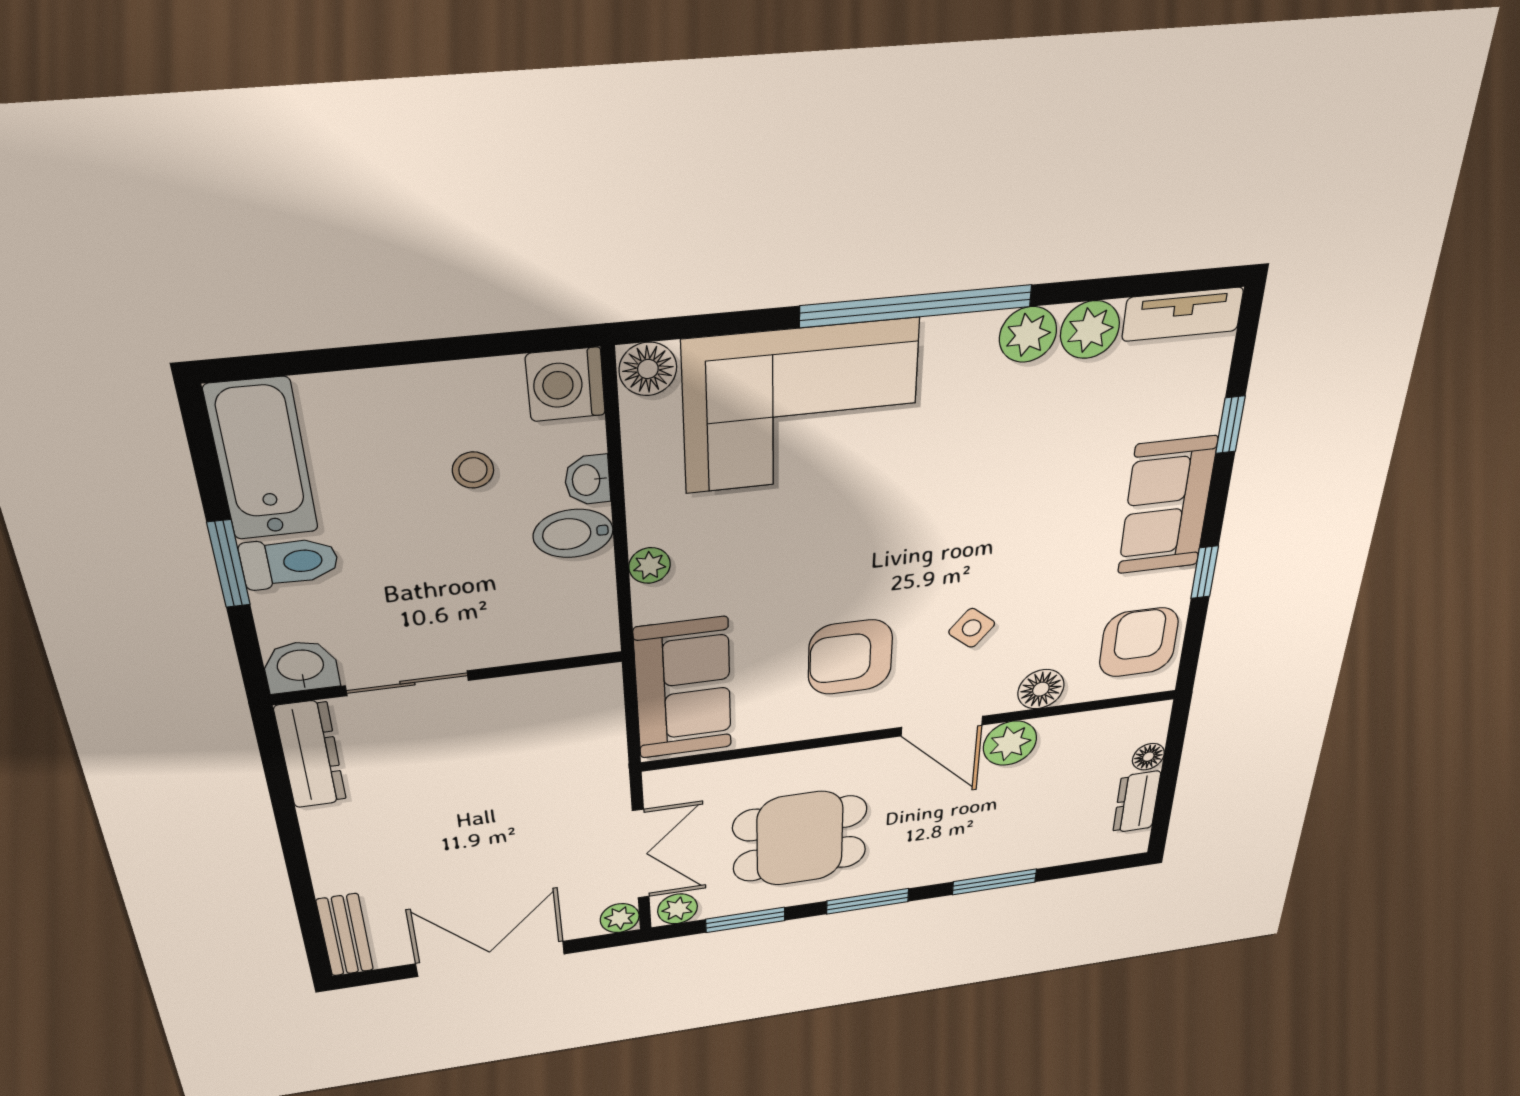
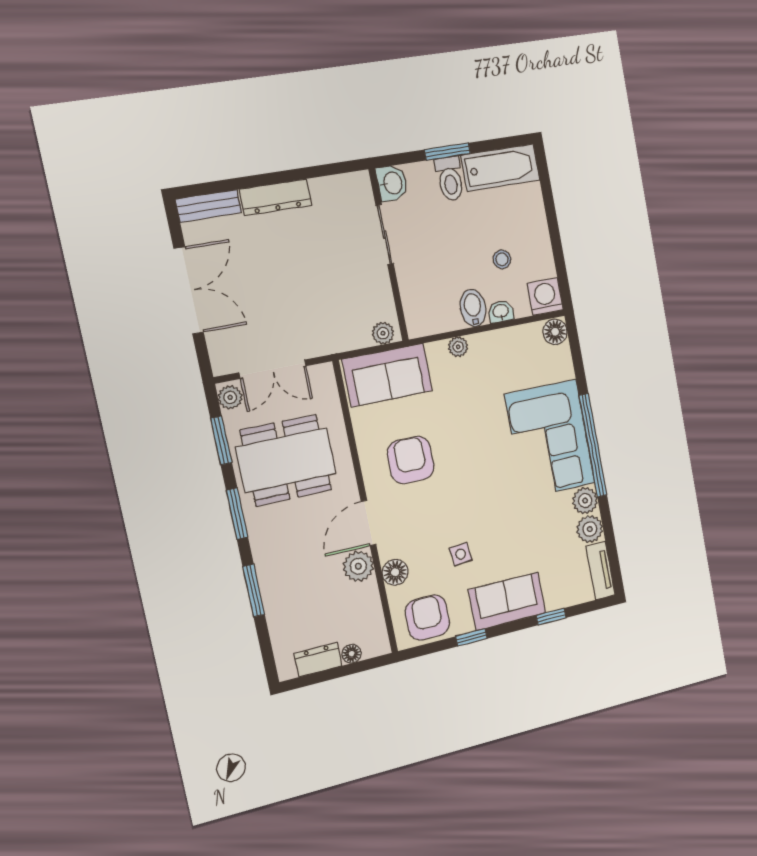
corner sofa: (801, 407) -> (550, 439), moved
side table: (972, 628) -> (461, 554), moved, turned 45
armchair: (1139, 642) -> (427, 618), turned -90
dresser: (310, 754) -> (276, 197), moved
dining table: (800, 839) -> (286, 460), width x1.38
plant: (620, 918) -> (383, 333), moved

